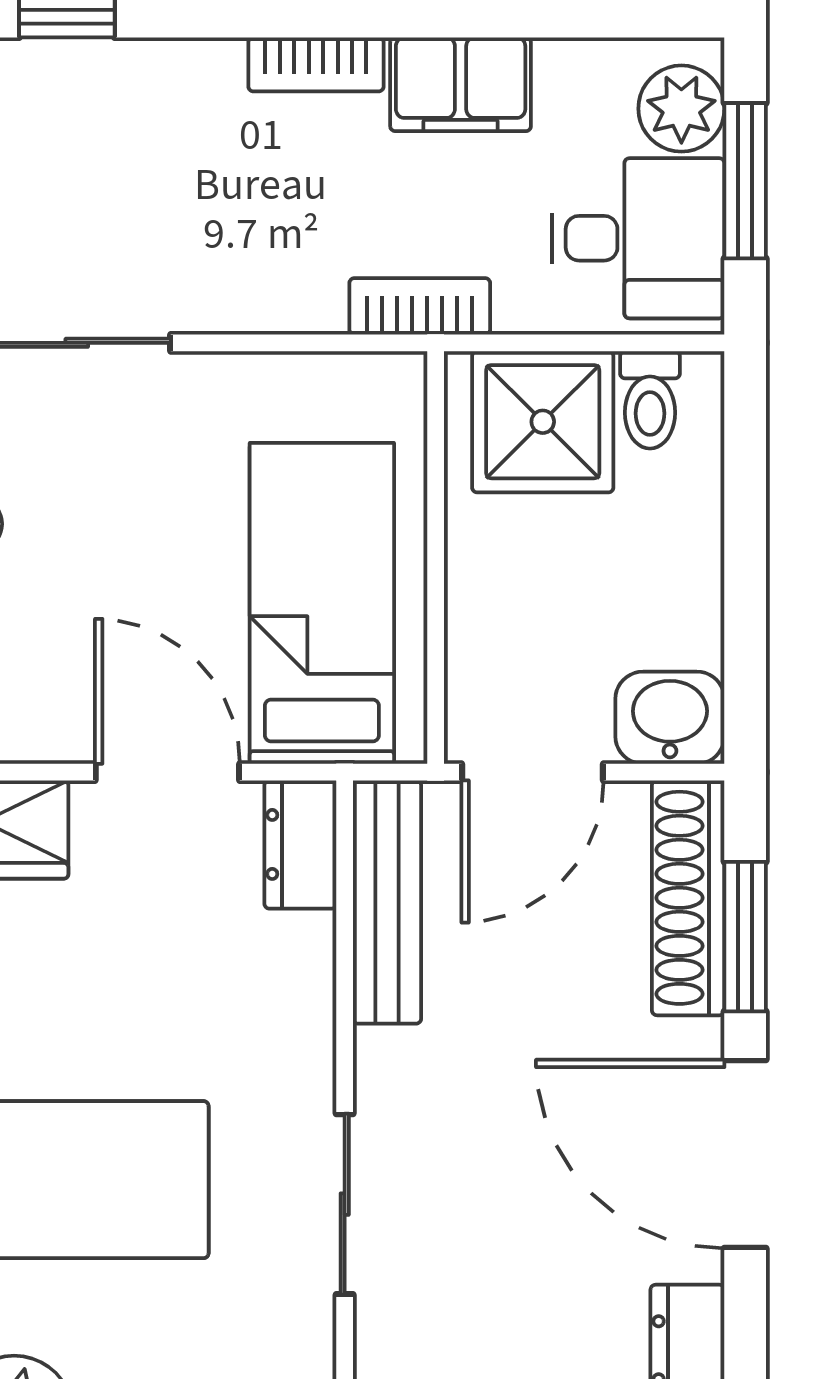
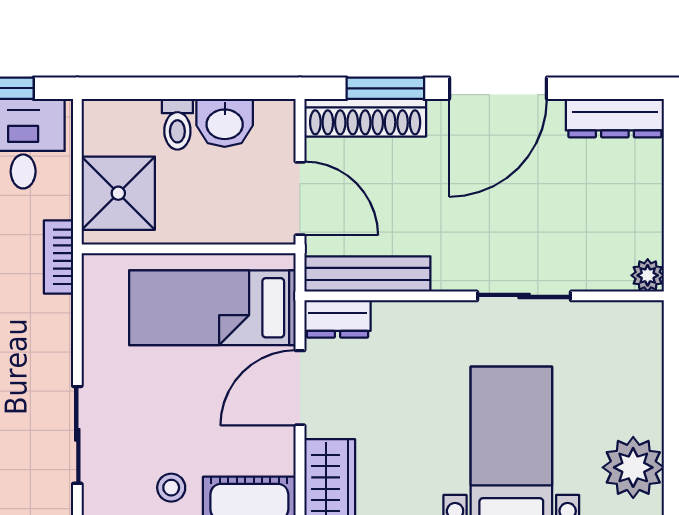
toilet: (650, 400) -> (177, 124), moved, turned 90
washbasin: (670, 718) -> (225, 123), moved, turned -90

